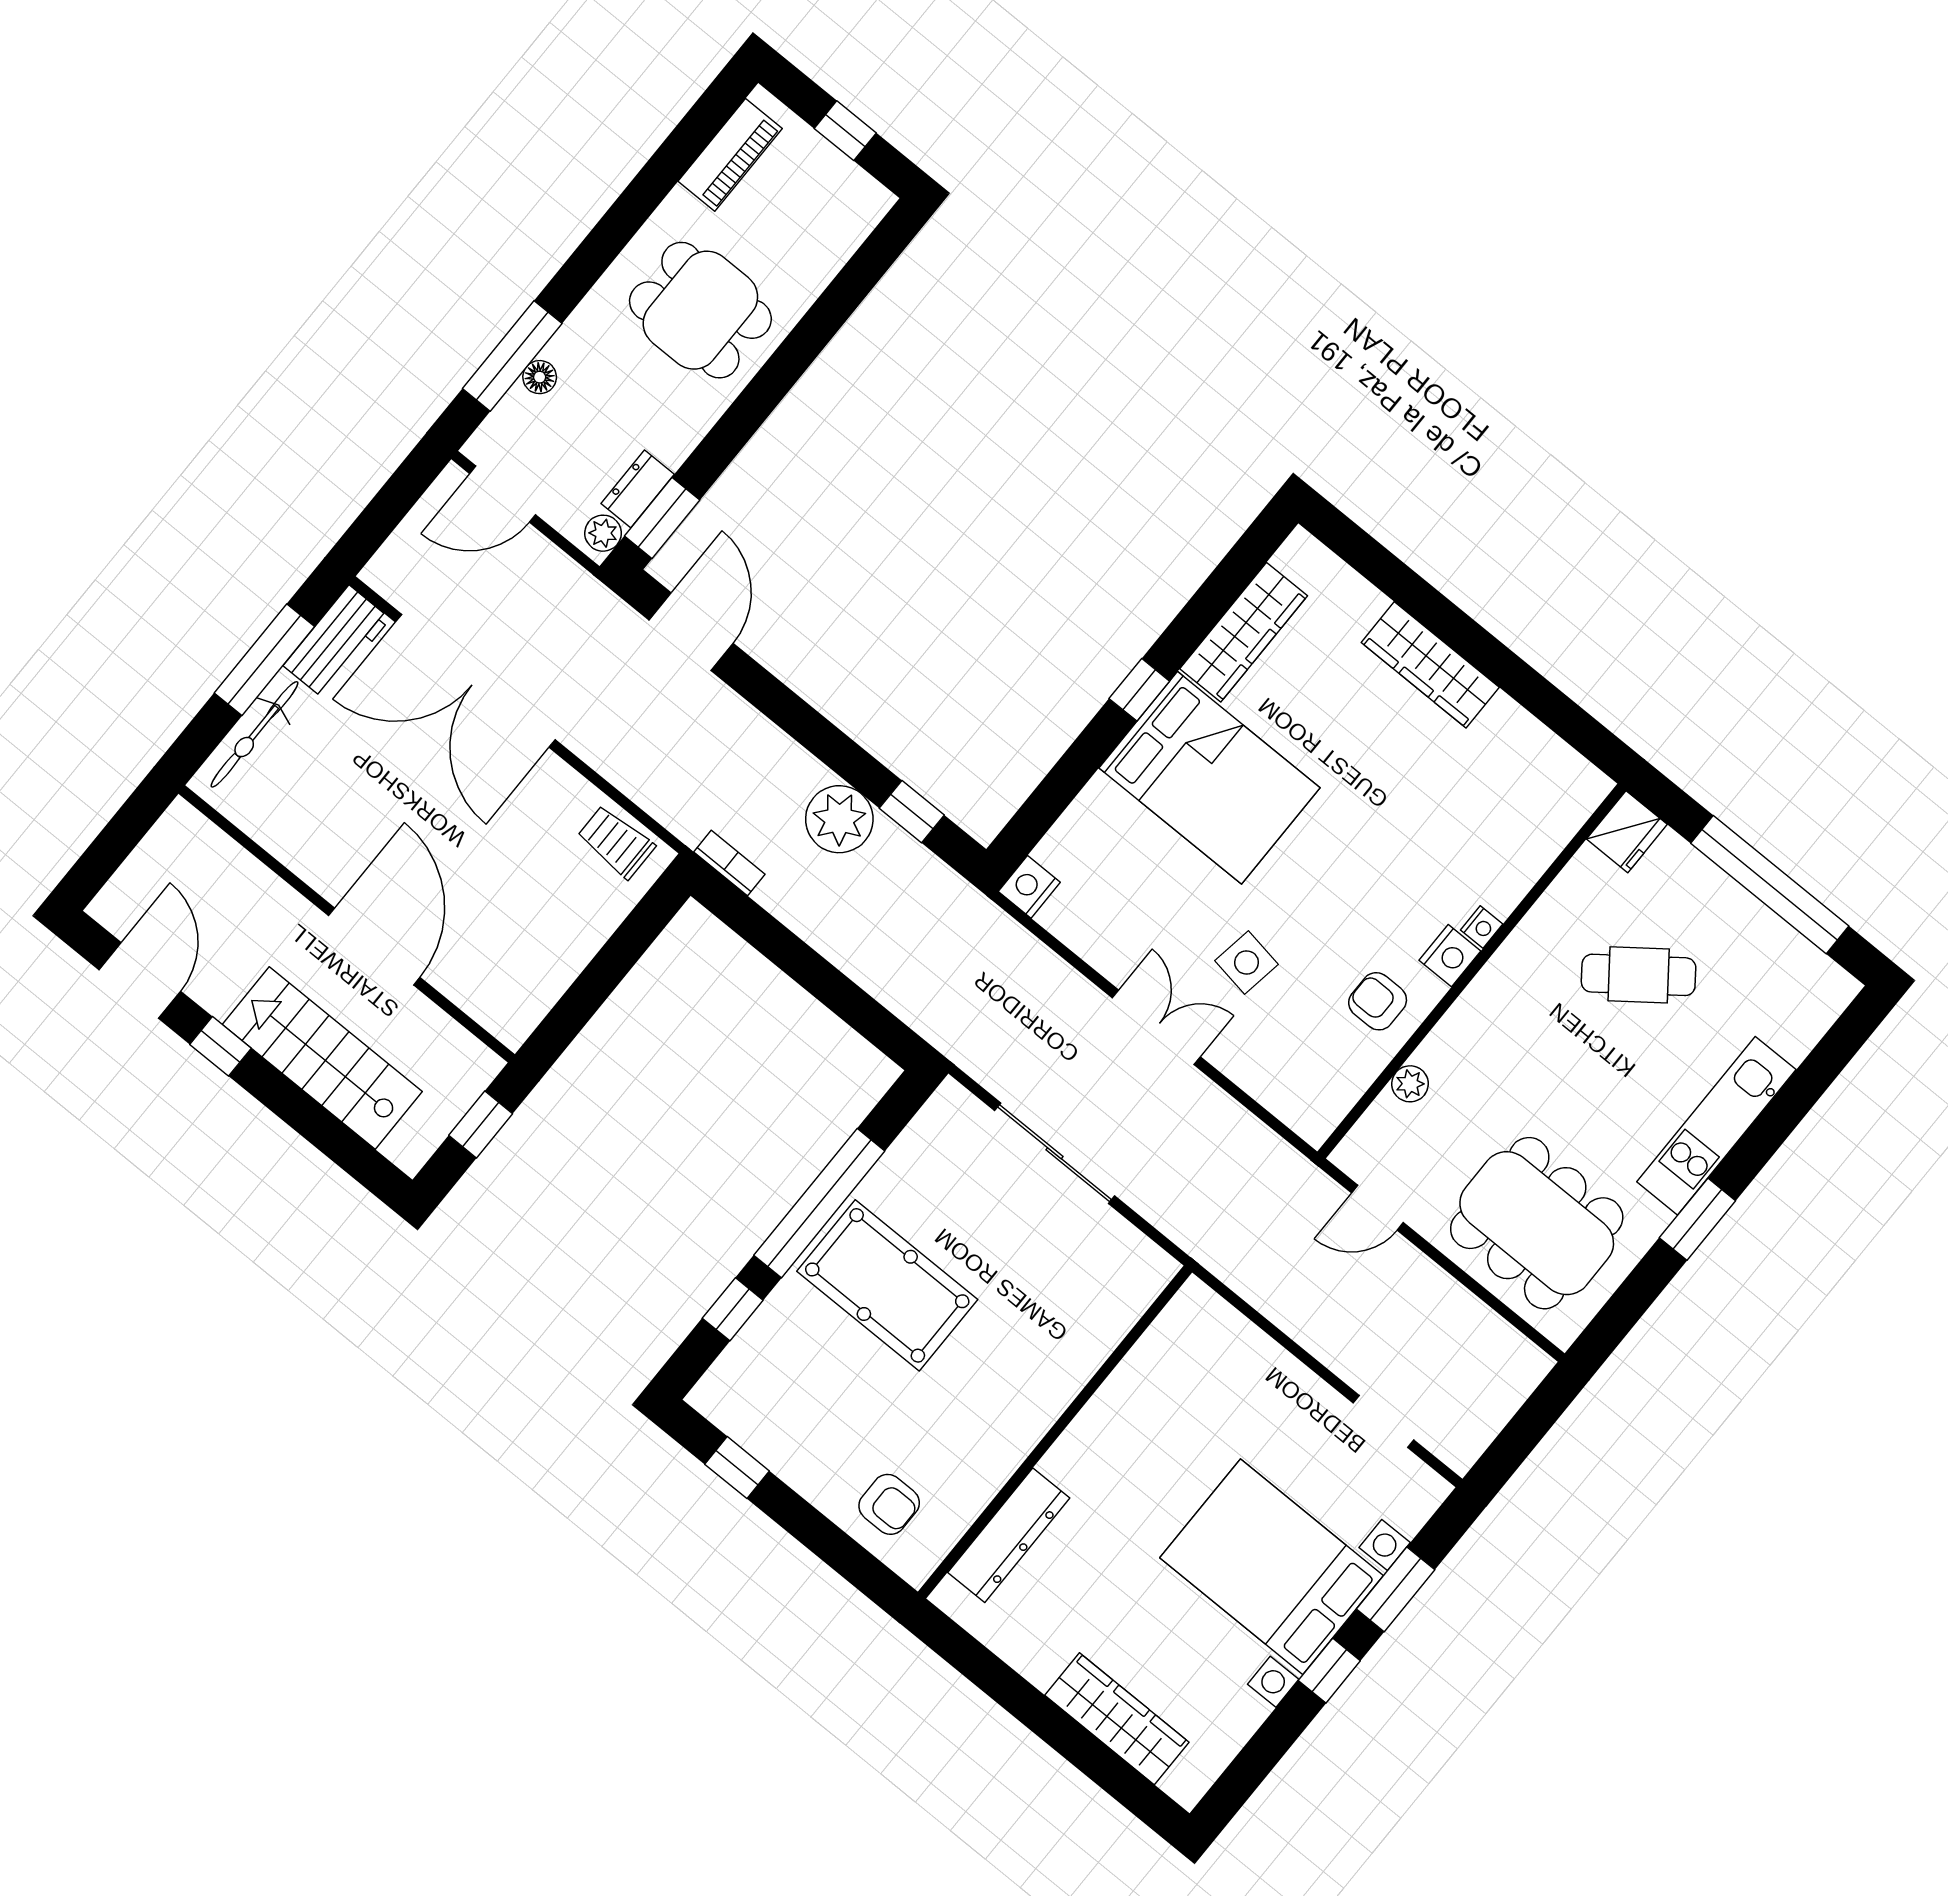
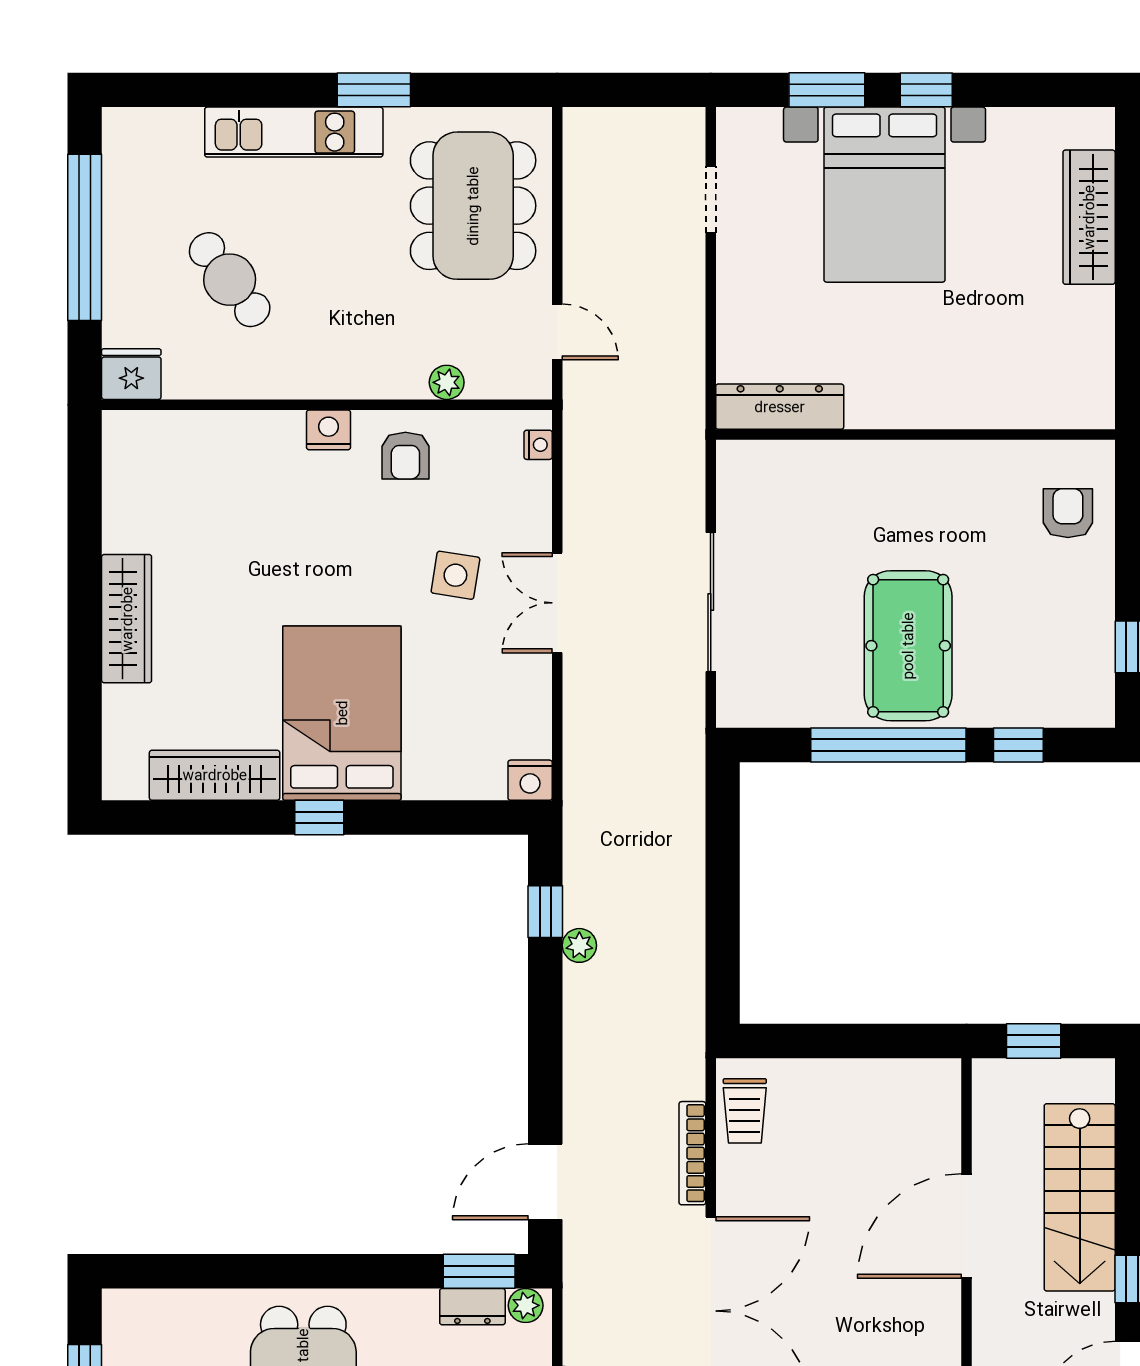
plant: (839, 819) -> (579, 945), width x0.53, depth x0.53
bookcase: (729, 863) -> (692, 1153), moved, width x1.56
nightstand: (1482, 927) -> (538, 445), moved, turned 90
dresser: (1009, 1535) -> (780, 407), moved

